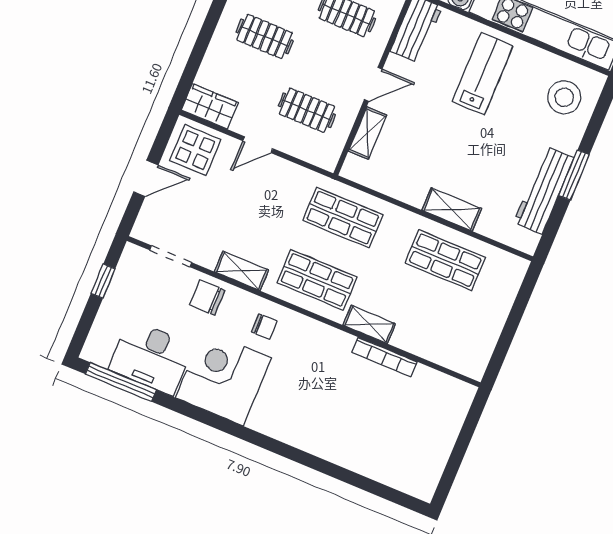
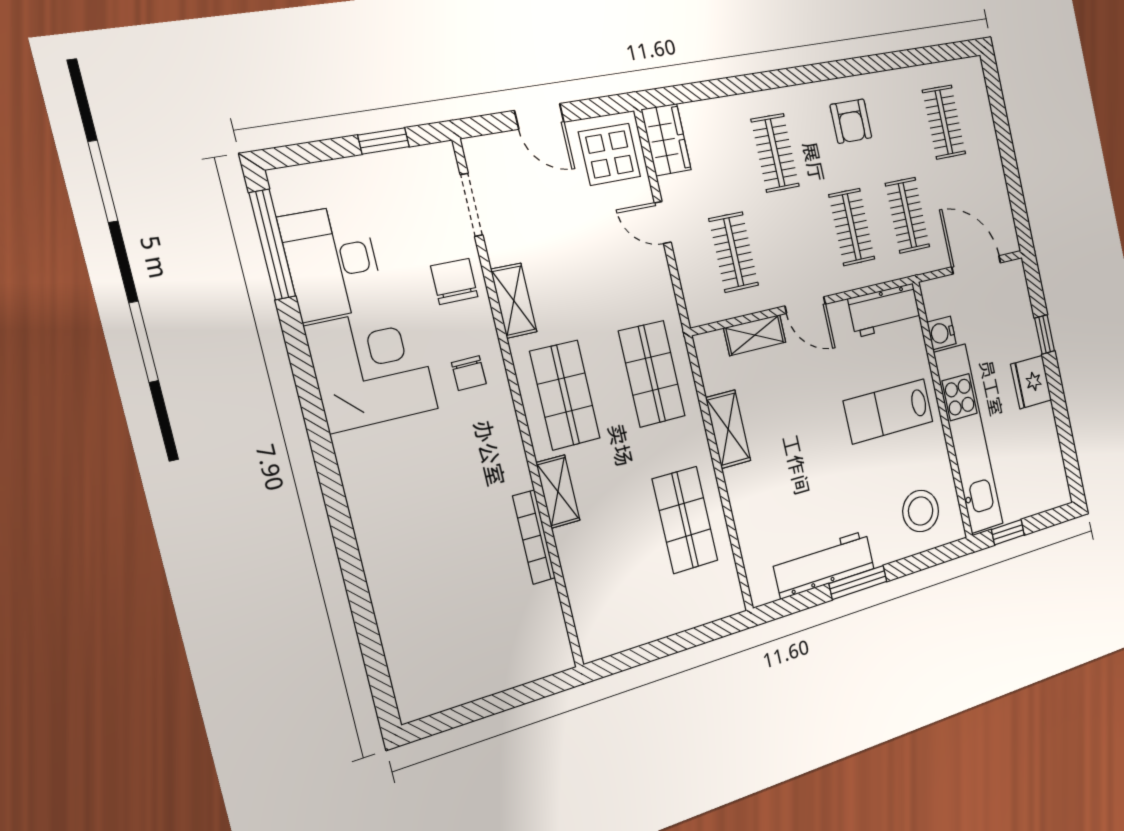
lab bench: (483, 74) -> (888, 411), turned 180
shelving: (452, 209) -> (728, 429), moved

